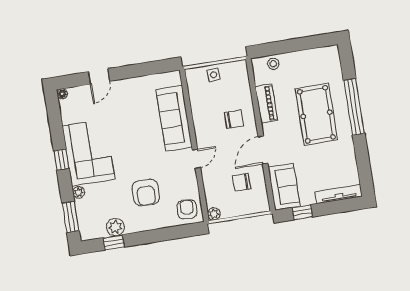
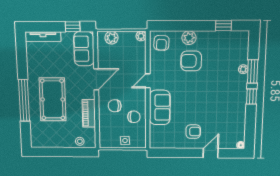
armchair: (127, 102) -> (193, 132), added
sofa: (174, 118) -> (160, 107), width x0.73
corner sofa: (88, 153) -> (230, 98), removed
chair: (242, 182) -> (134, 117), moved
armchair: (146, 193) -> (191, 61), turned -90
plant: (251, 206) -> (111, 38), added
window: (71, 217) -> (253, 71), moved
plant: (115, 227) -> (189, 38), moved

